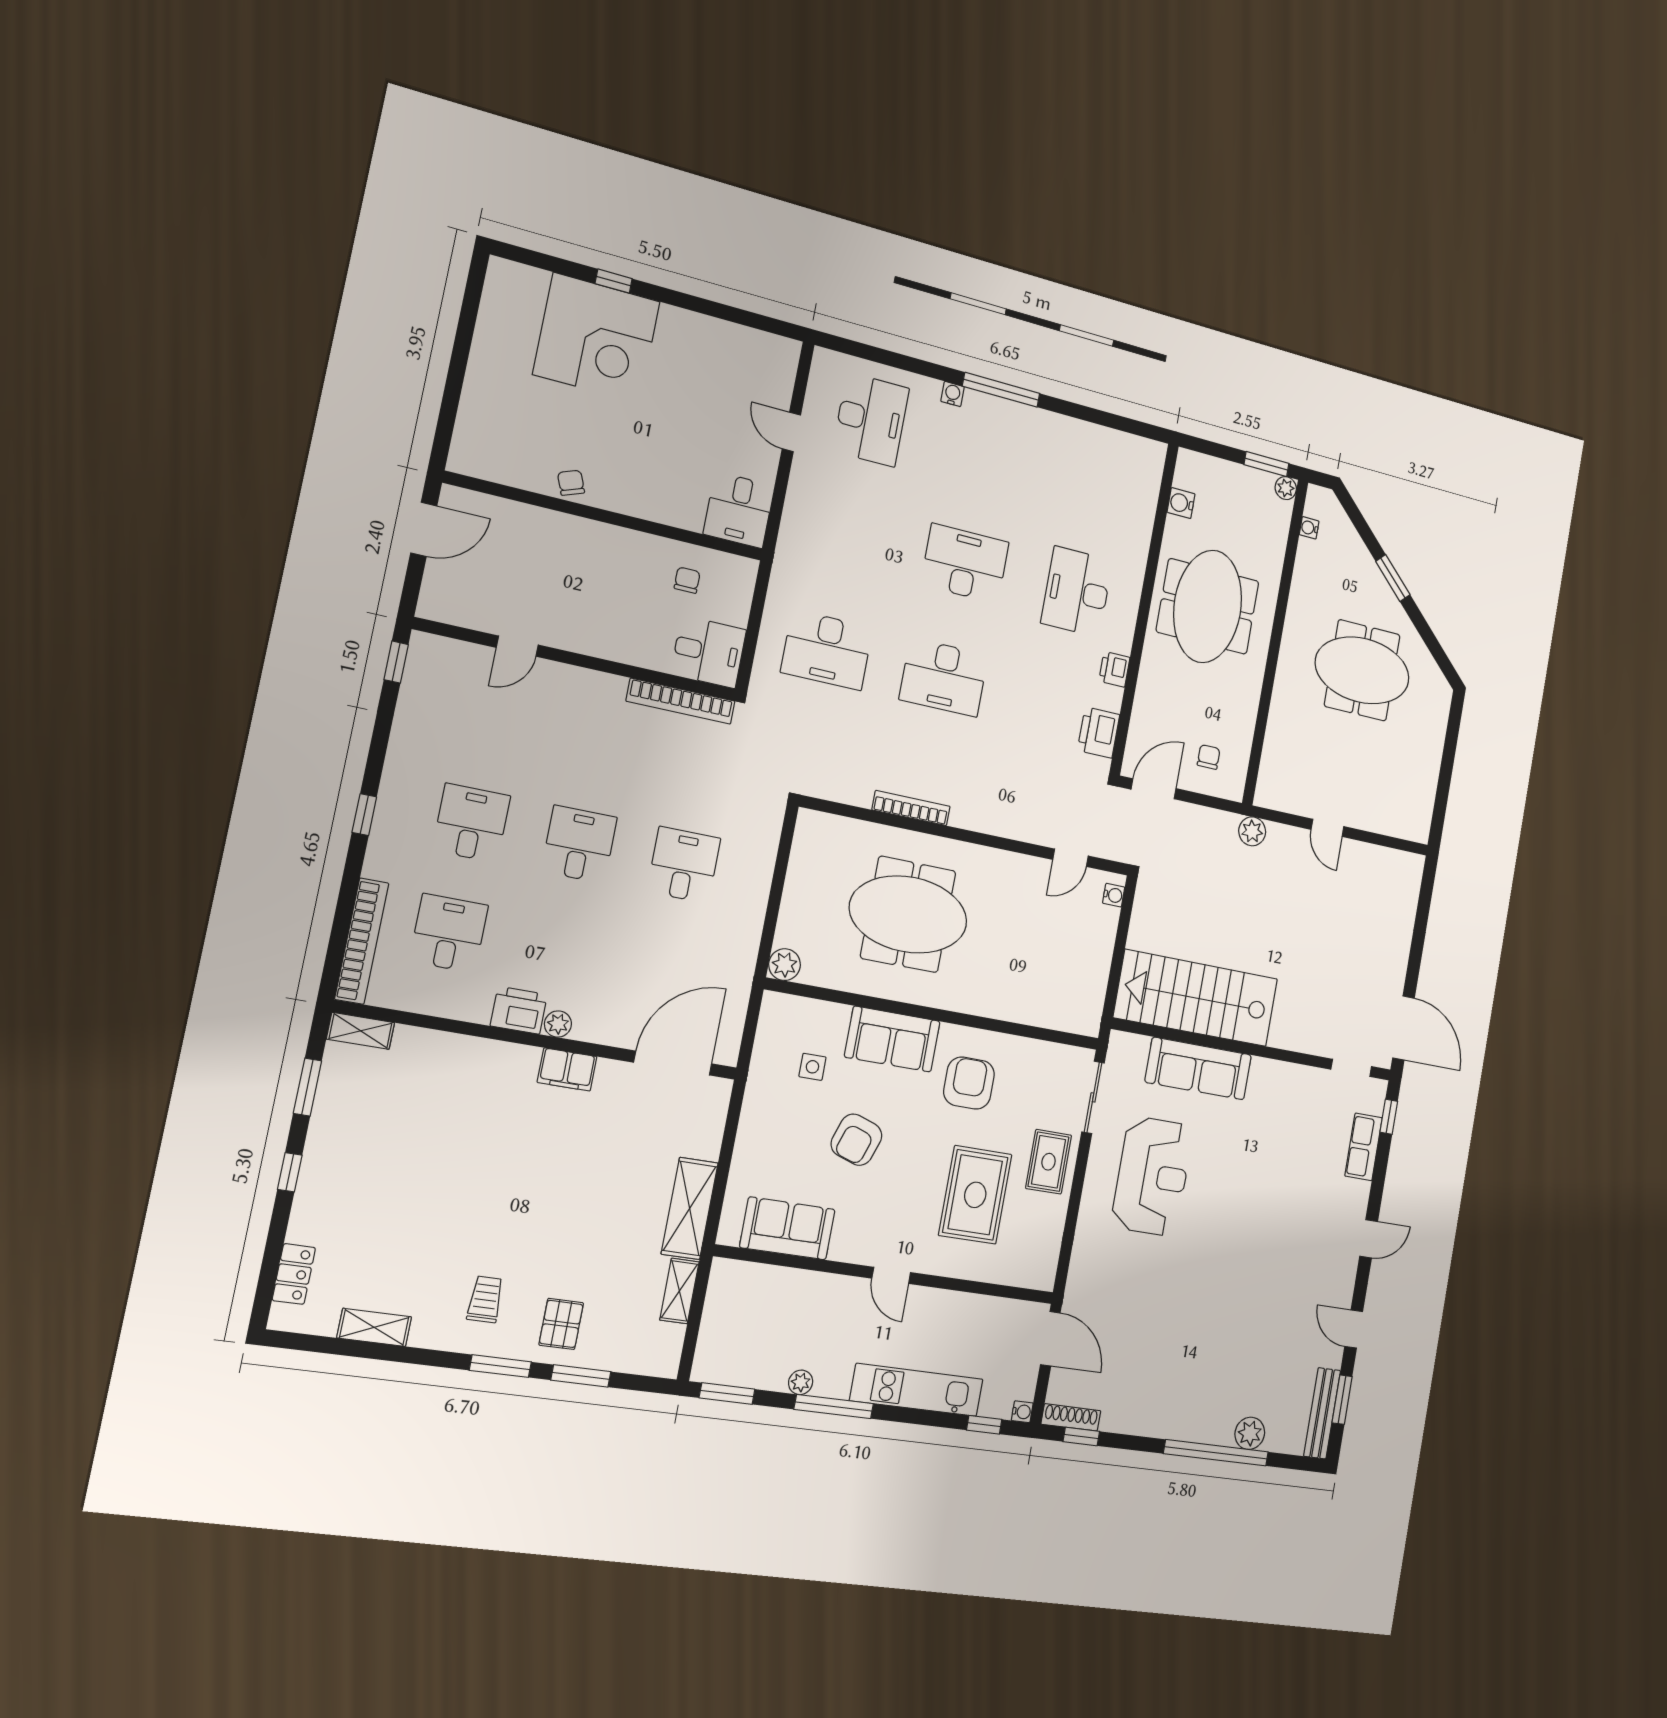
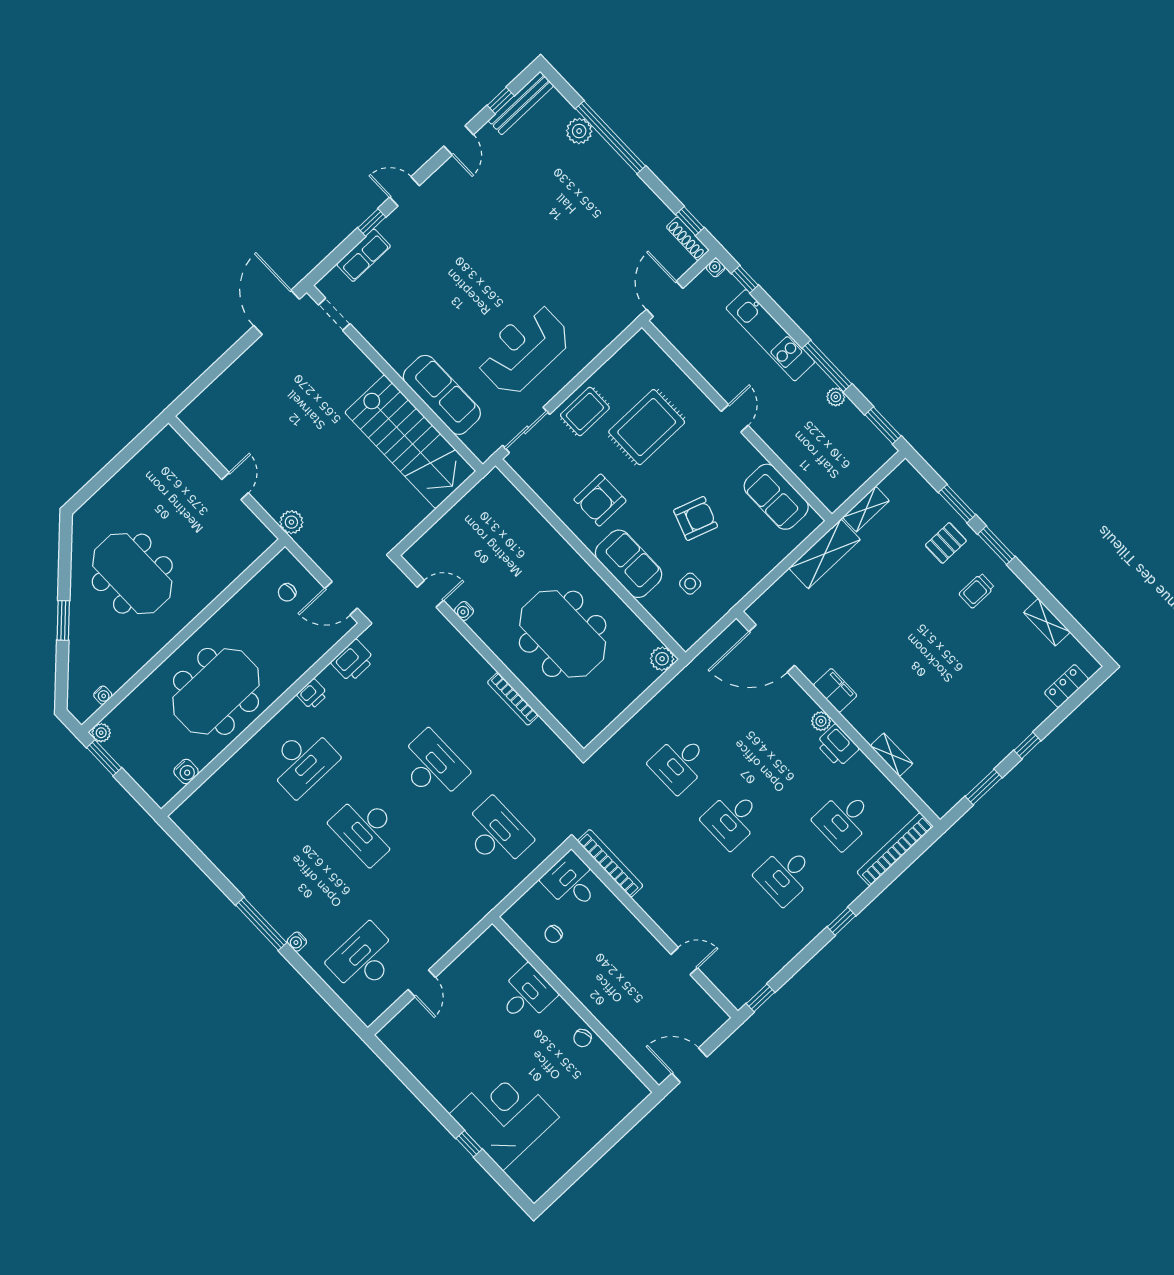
desk: (739, 510) -> (526, 995), moved
water cooler: (1114, 895) -> (464, 611), moved, turned -90
shelving: (361, 1031) -> (892, 755), moved
window: (1389, 1117) -> (372, 222), moved
window: (1342, 1400) -> (501, 101), width x0.67

